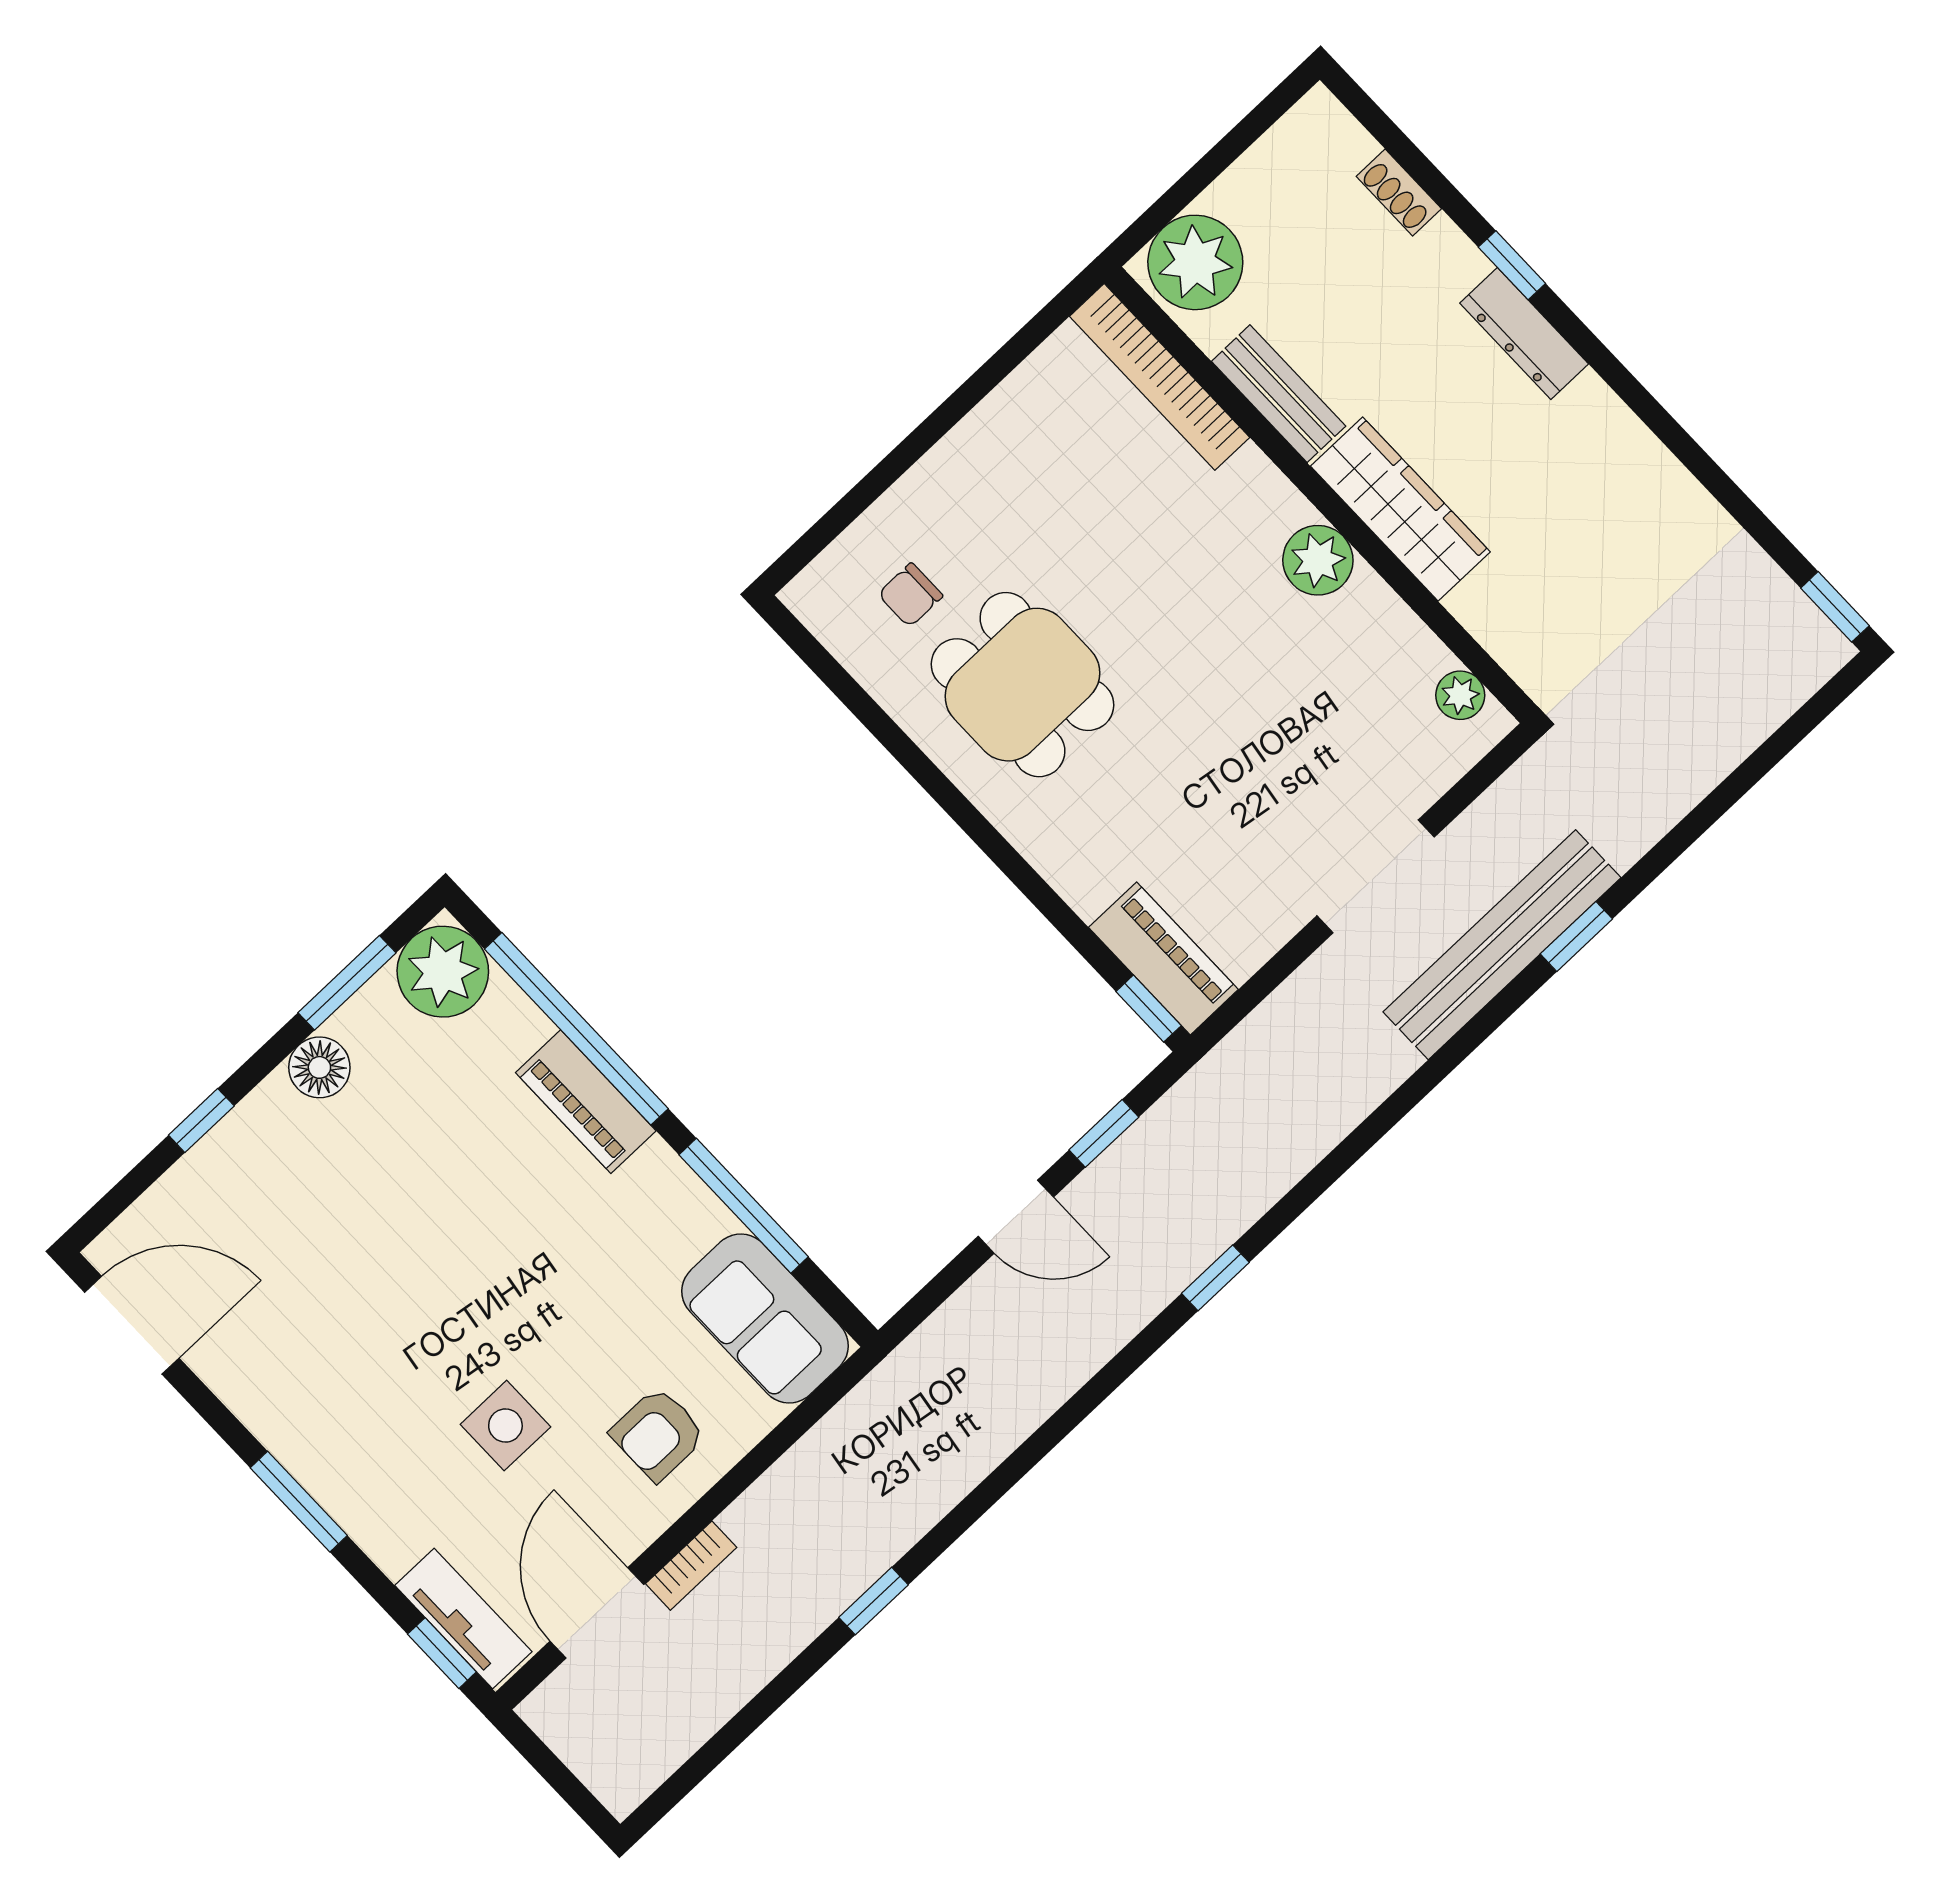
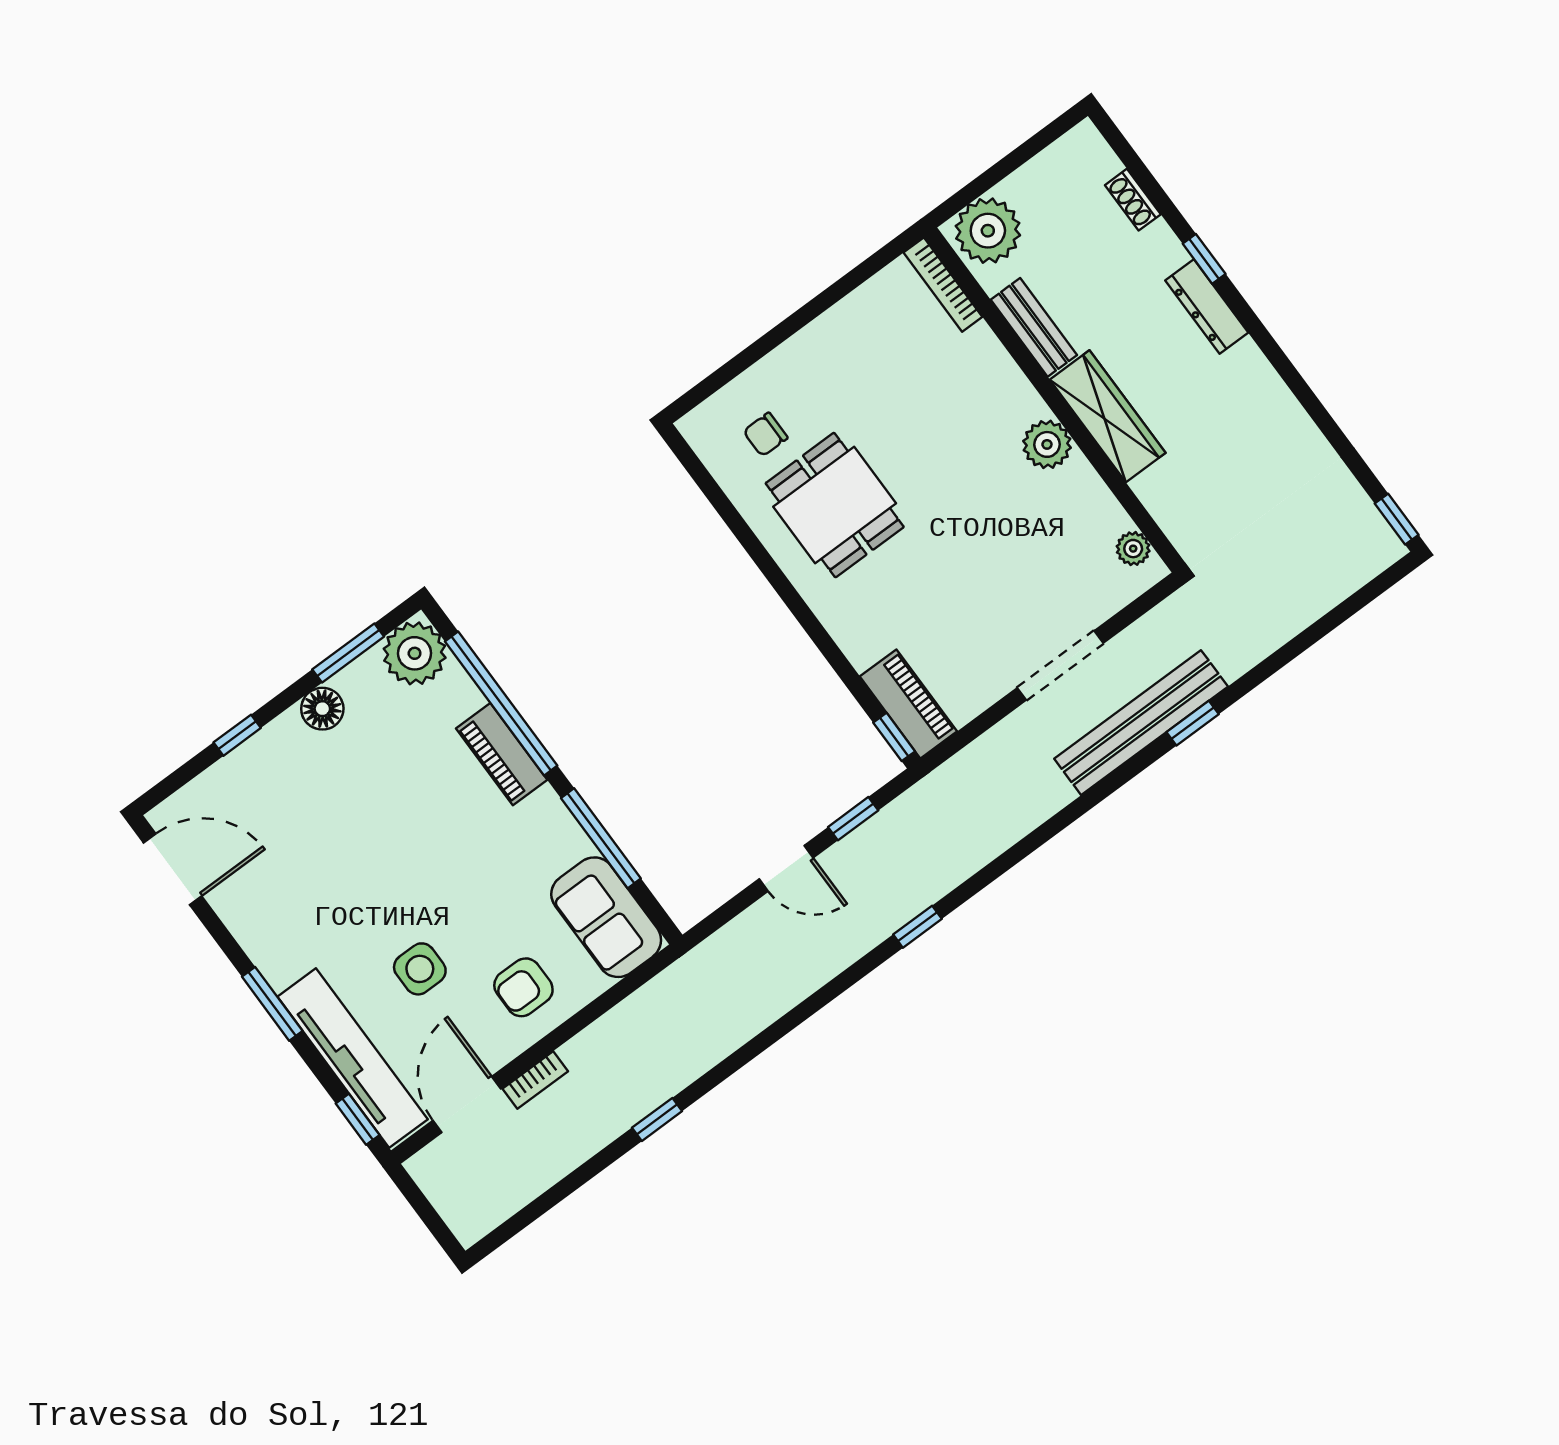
bookcase: (1160, 377) -> (943, 285), width x0.68, depth x0.76
tv unit: (463, 1619) -> (353, 1058), width x1.92, depth x1.29

